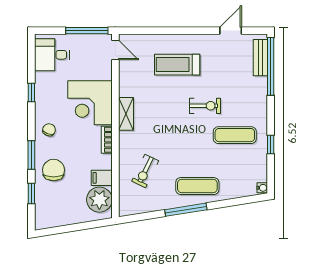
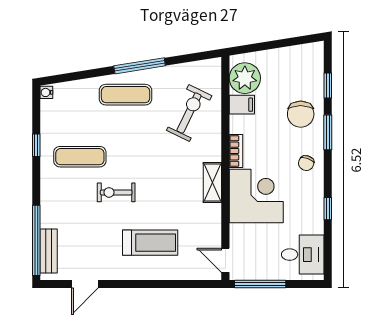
exercise bike: (145, 171) -> (189, 113), width x1.38, depth x1.39

